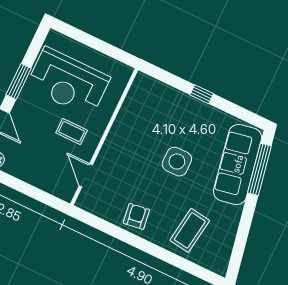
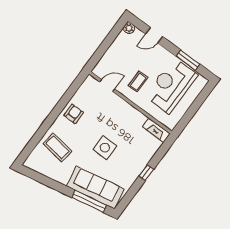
window: (19, 81) -> (188, 60), moved
fireplace: (137, 91) -> (156, 130), added
armchair: (136, 216) -> (74, 114), turned -82

